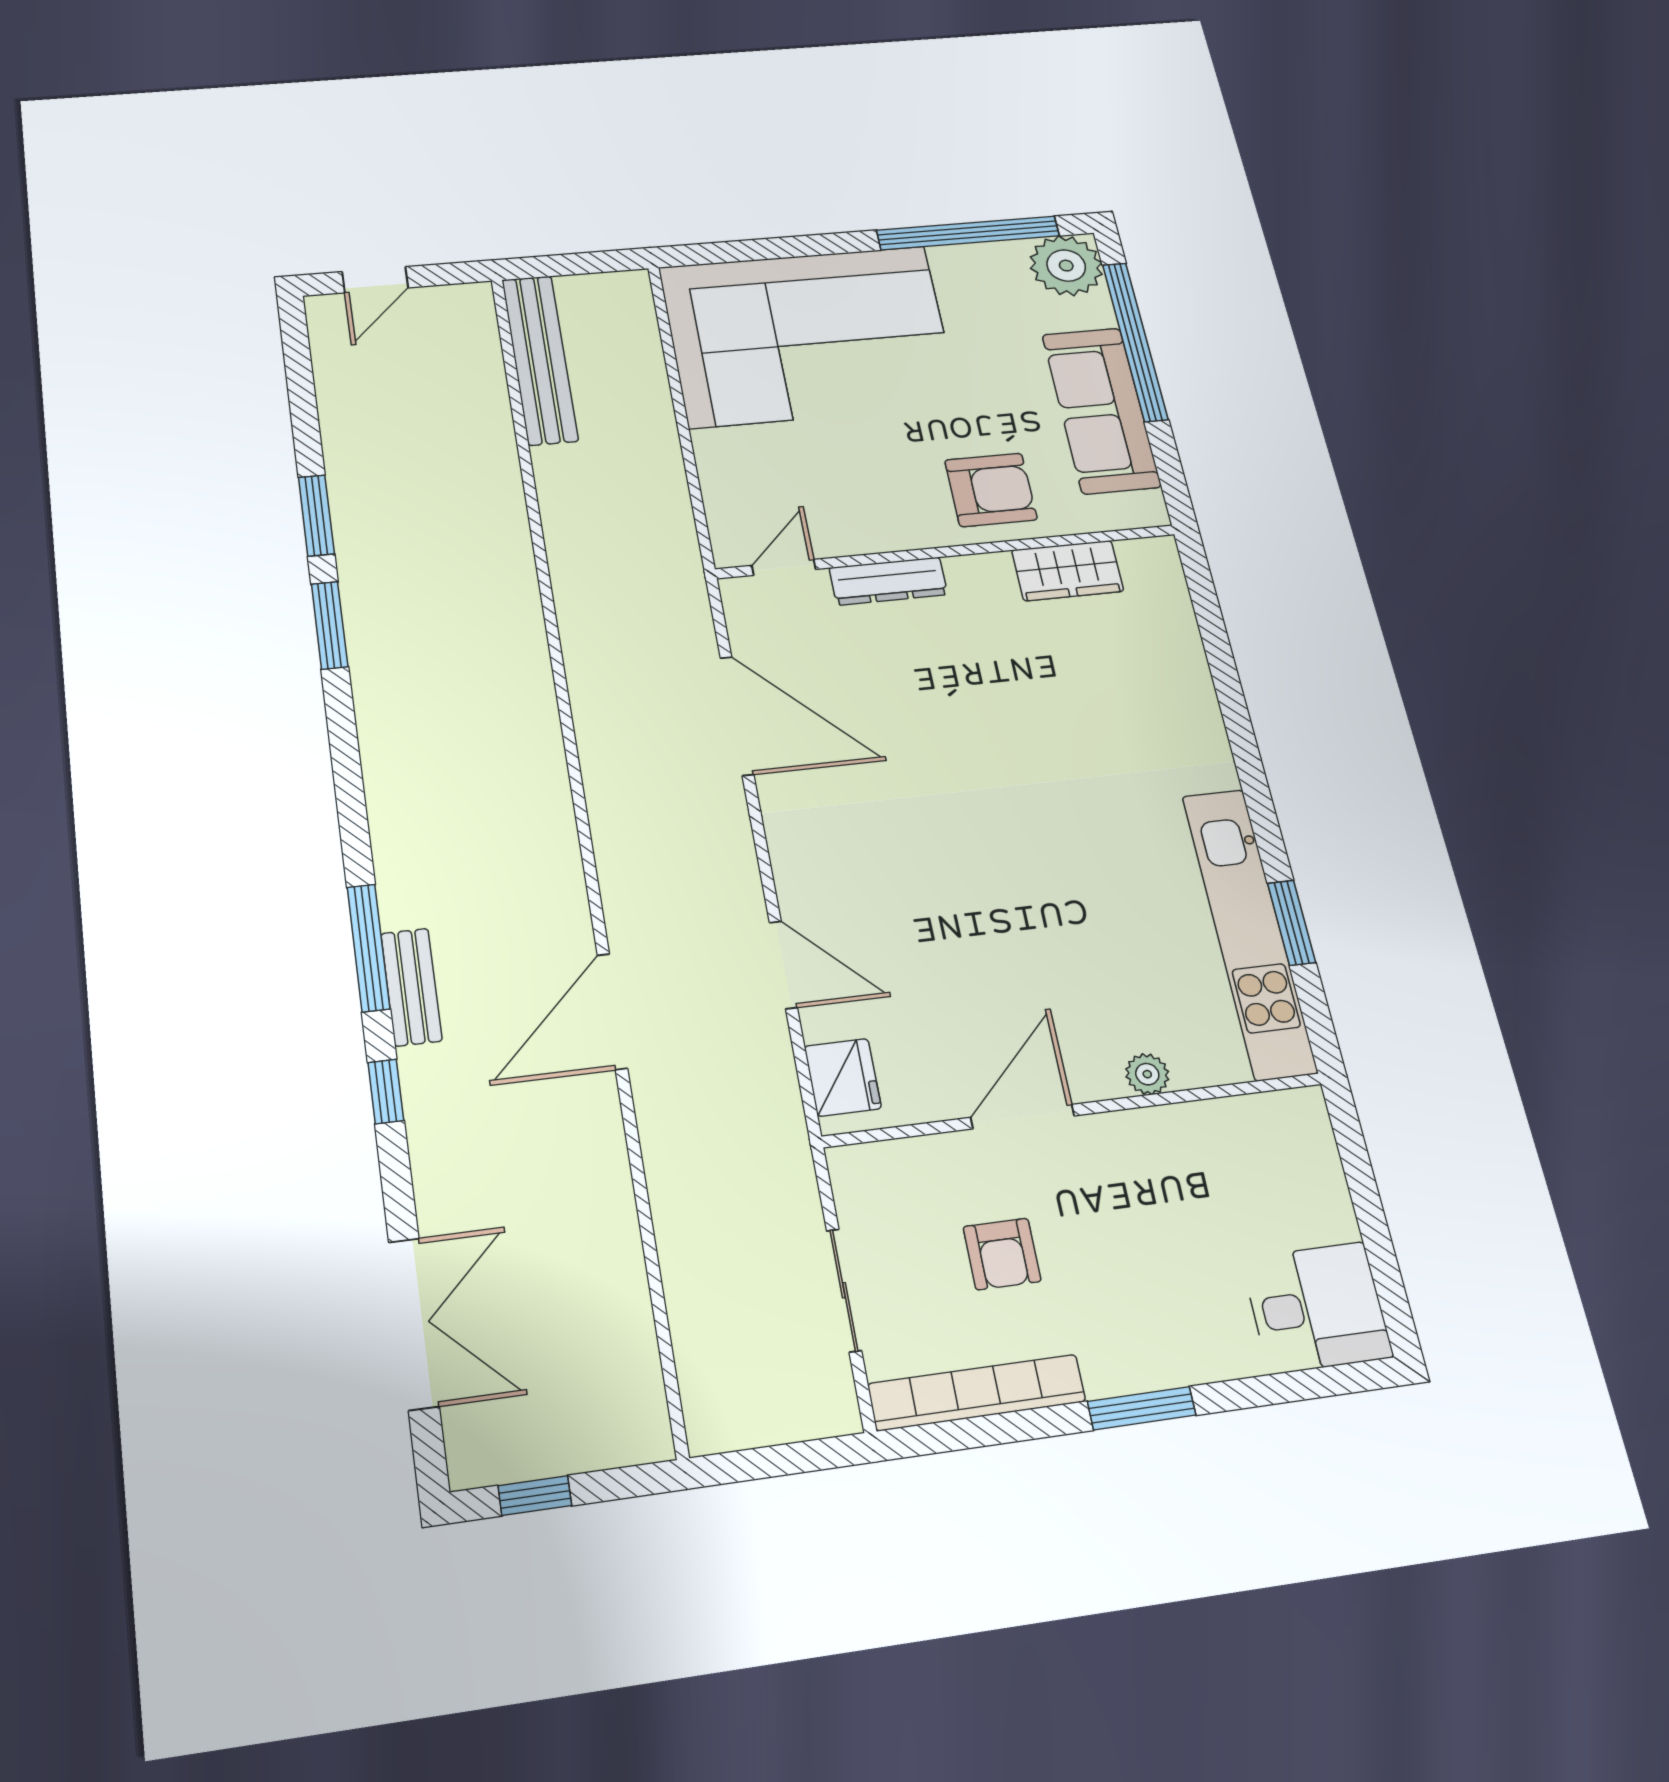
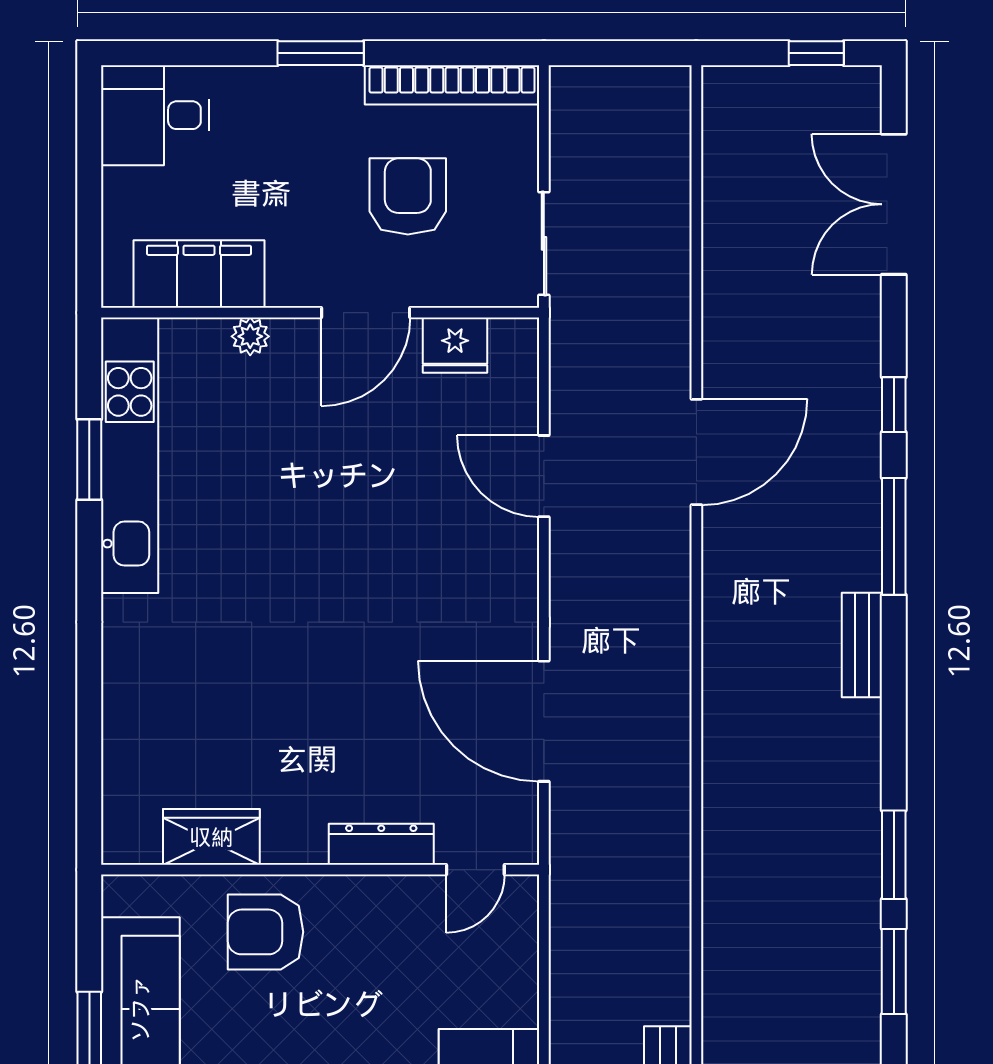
bench: (411, 987) -> (862, 645), moved
fridge: (843, 1077) -> (455, 345), moved, turned -90
filing cabinet: (1222, 1135) -> (199, 274), added
armchair: (1002, 1254) -> (408, 196), width x1.38, depth x1.38
sliding door: (844, 1290) -> (544, 243), moved

